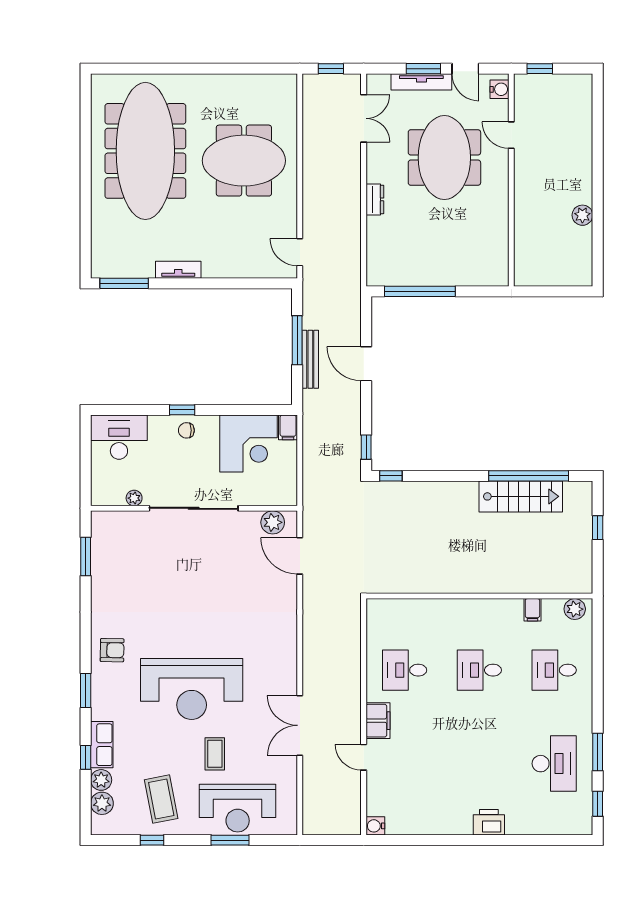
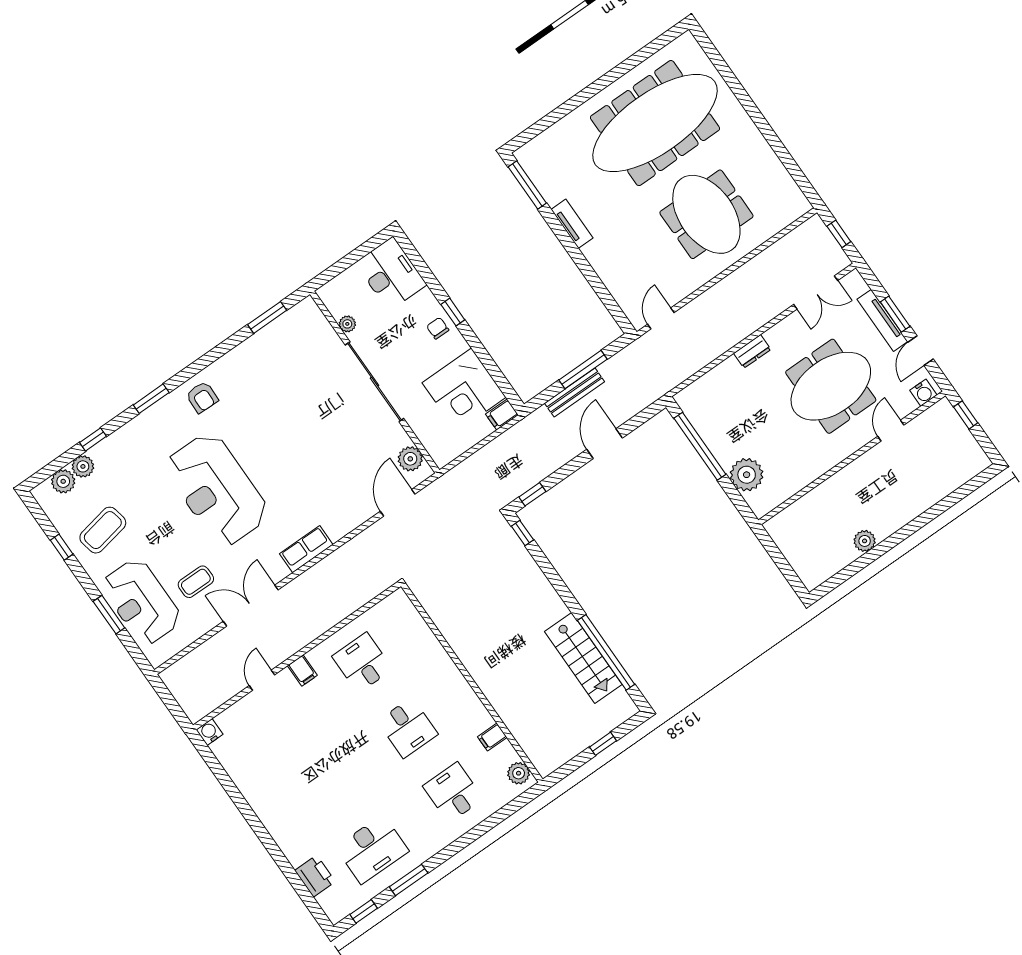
plant: (467, 271) -> (747, 475), added
desk: (479, 670) -> (408, 728), turned 180
filing cabinet: (378, 721) -> (302, 670), width x0.50
row of seats: (102, 745) -> (306, 549), moved, turned 180
coffee table: (215, 754) -> (196, 582), moved
printer: (489, 822) -> (315, 876), moved

